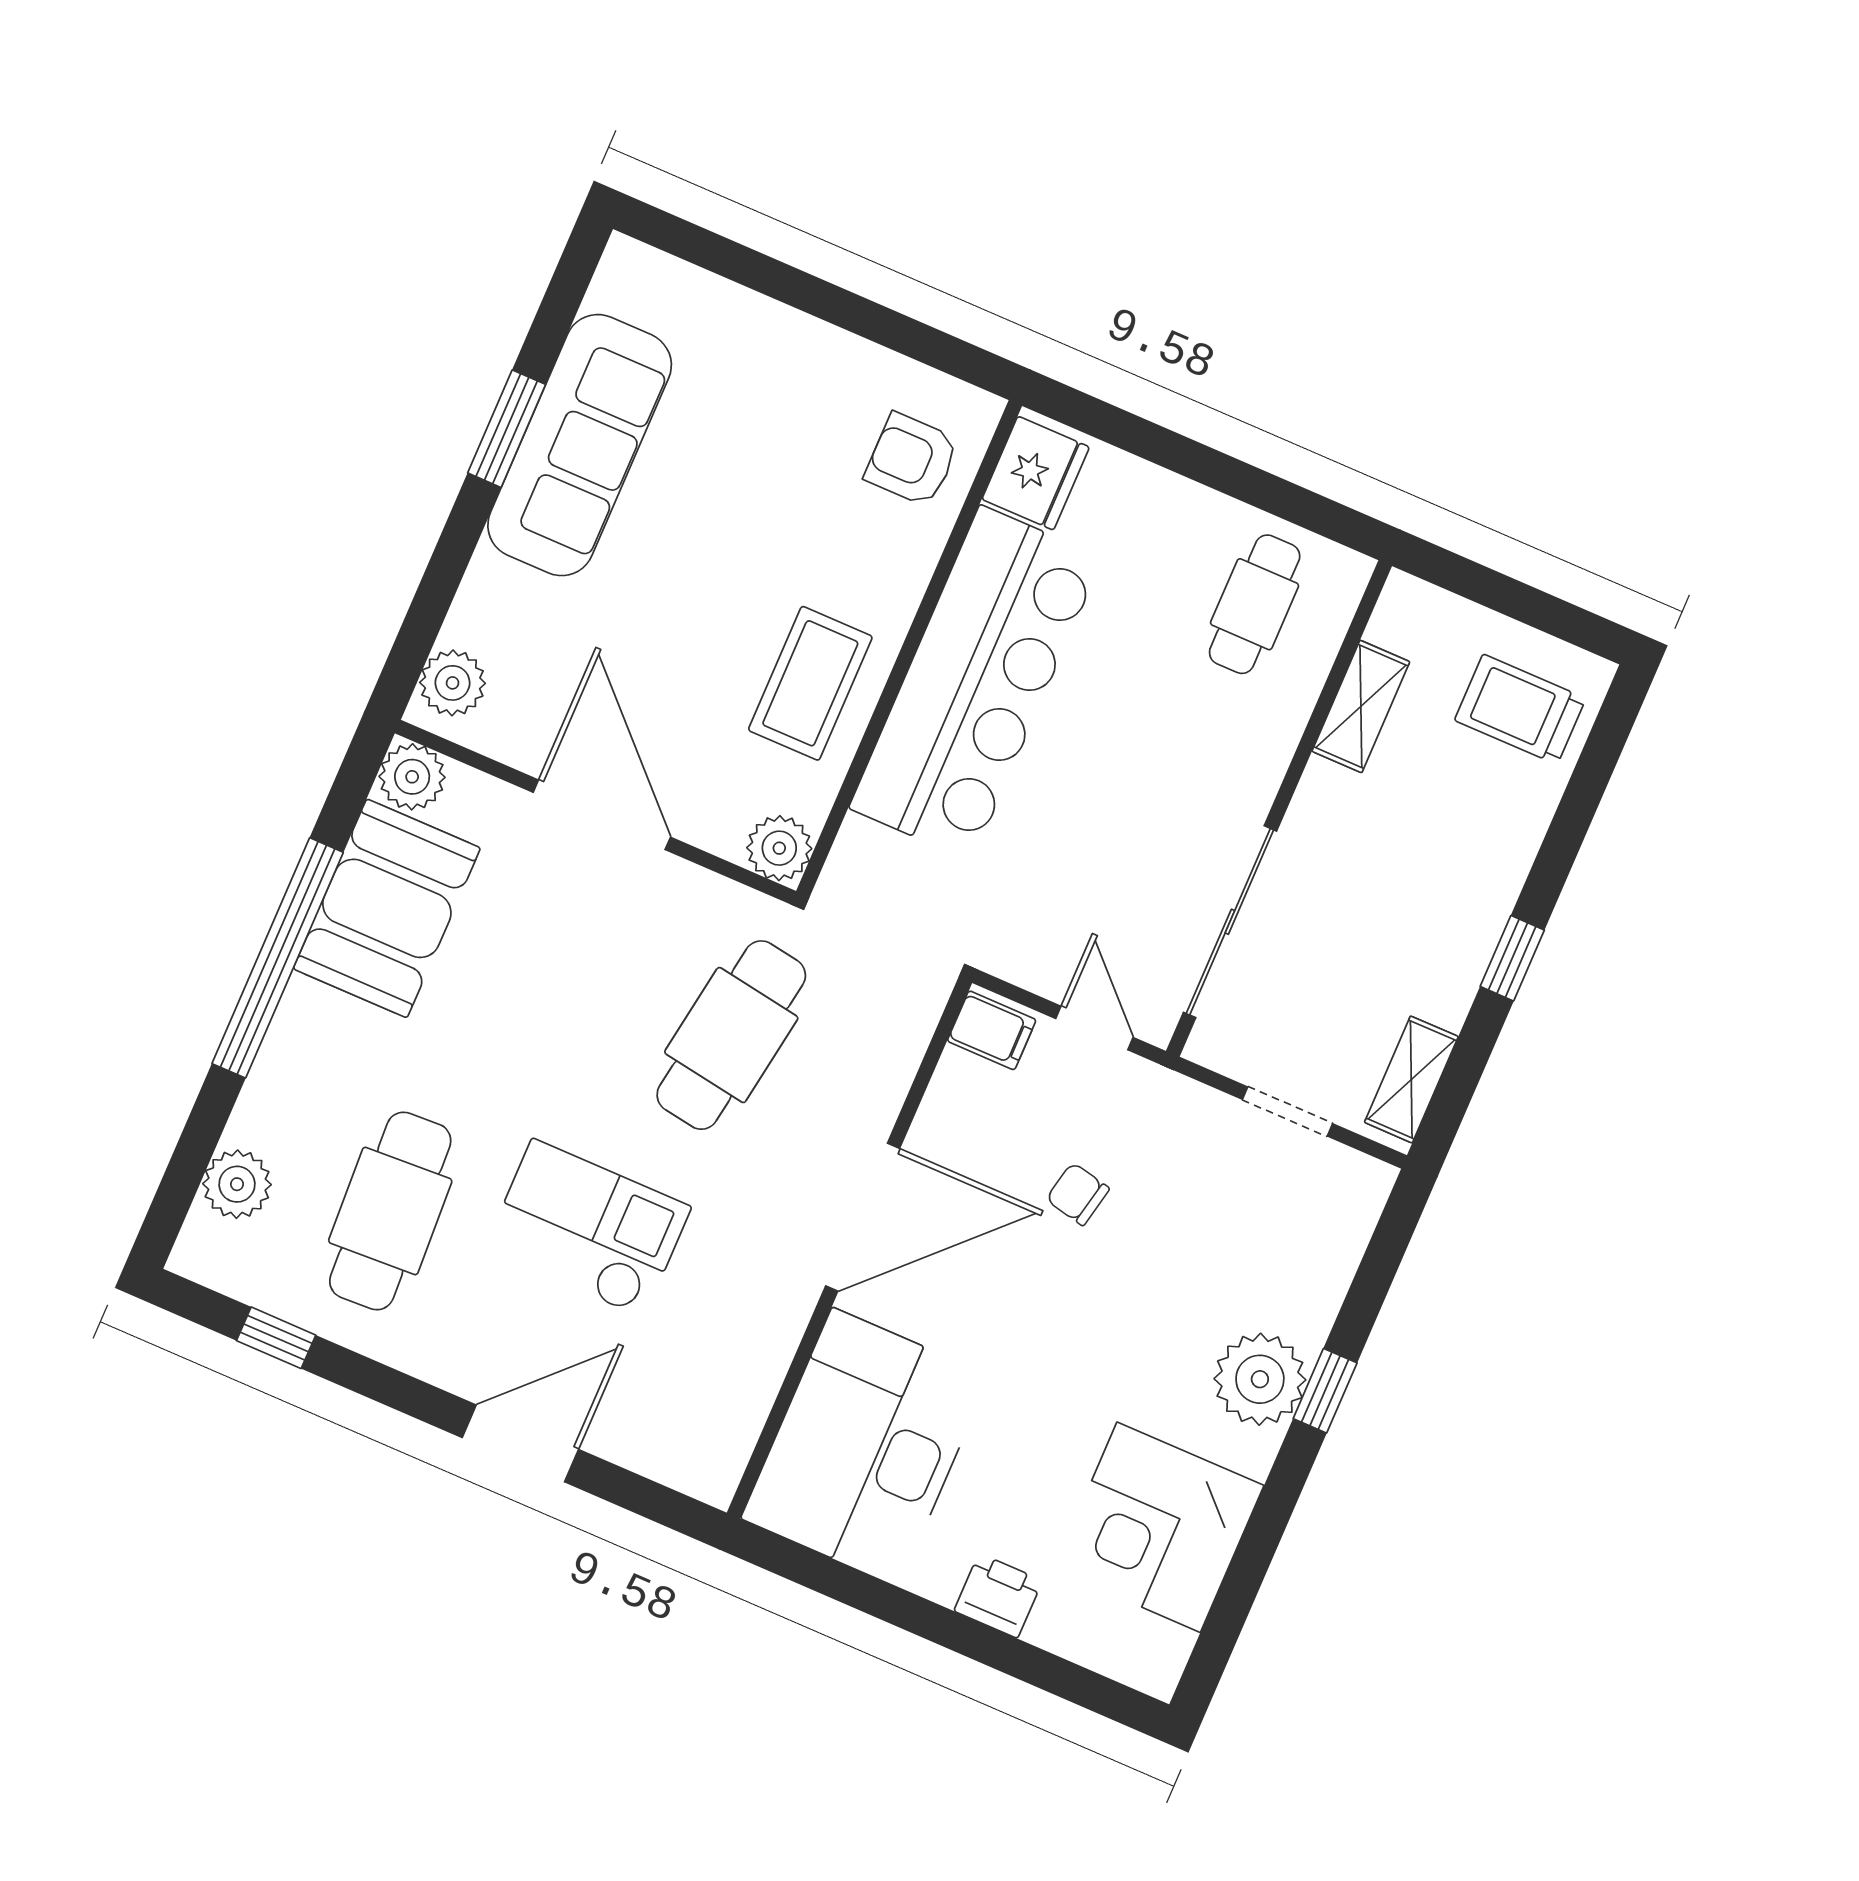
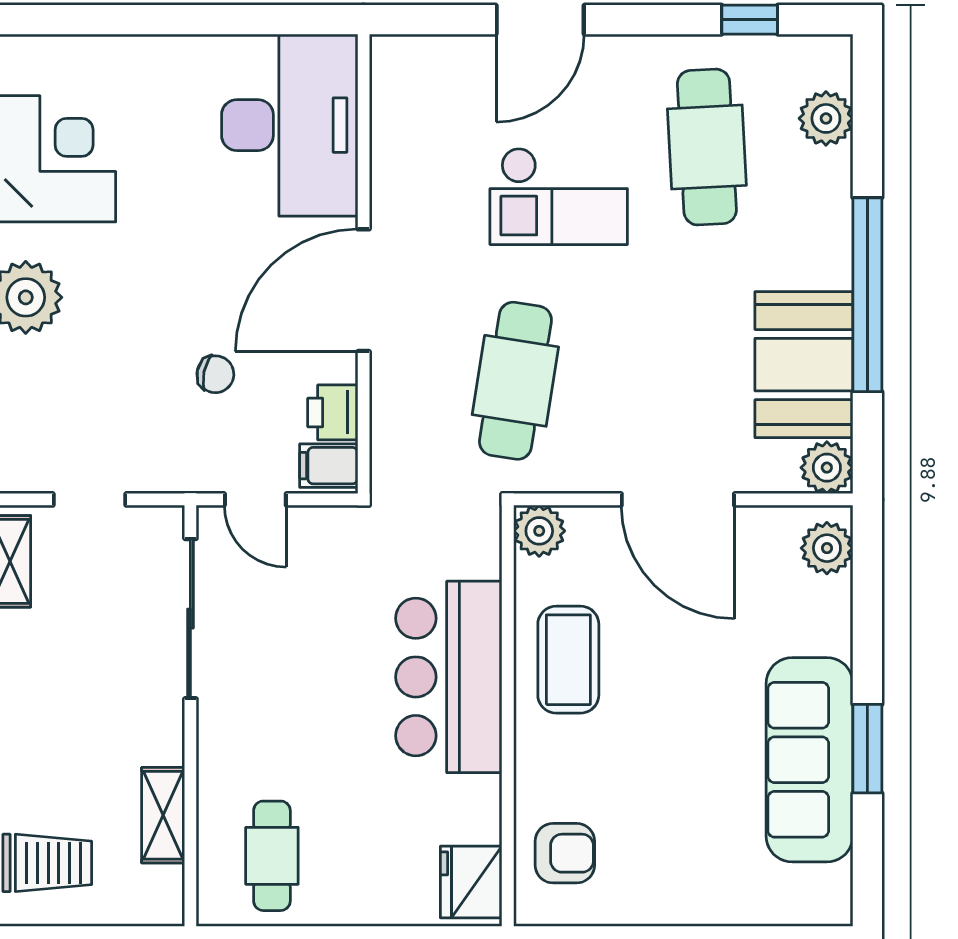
bar counter: (976, 683) -> (449, 677), width x0.73
printer: (998, 1596) -> (333, 412), moved, turned 90

